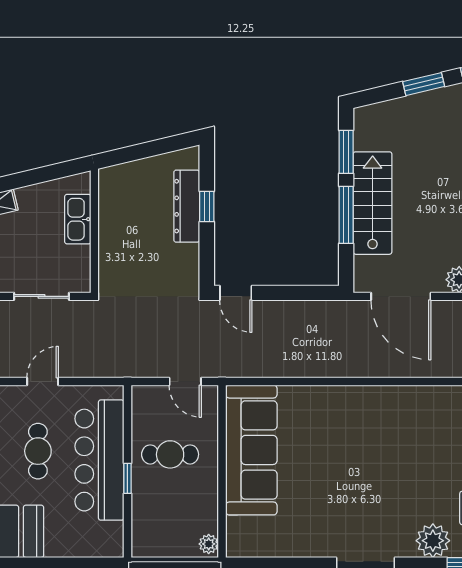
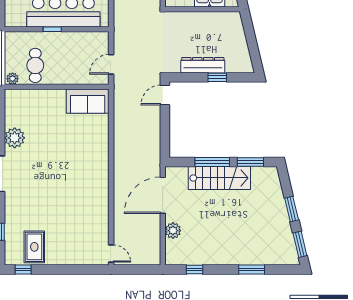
dresser: (187, 206) -> (203, 65), moved
sofa: (251, 450) -> (88, 101), width x0.54, depth x0.79
cafe table: (170, 454) -> (35, 65), moved
plant: (433, 541) -> (15, 138), moved

